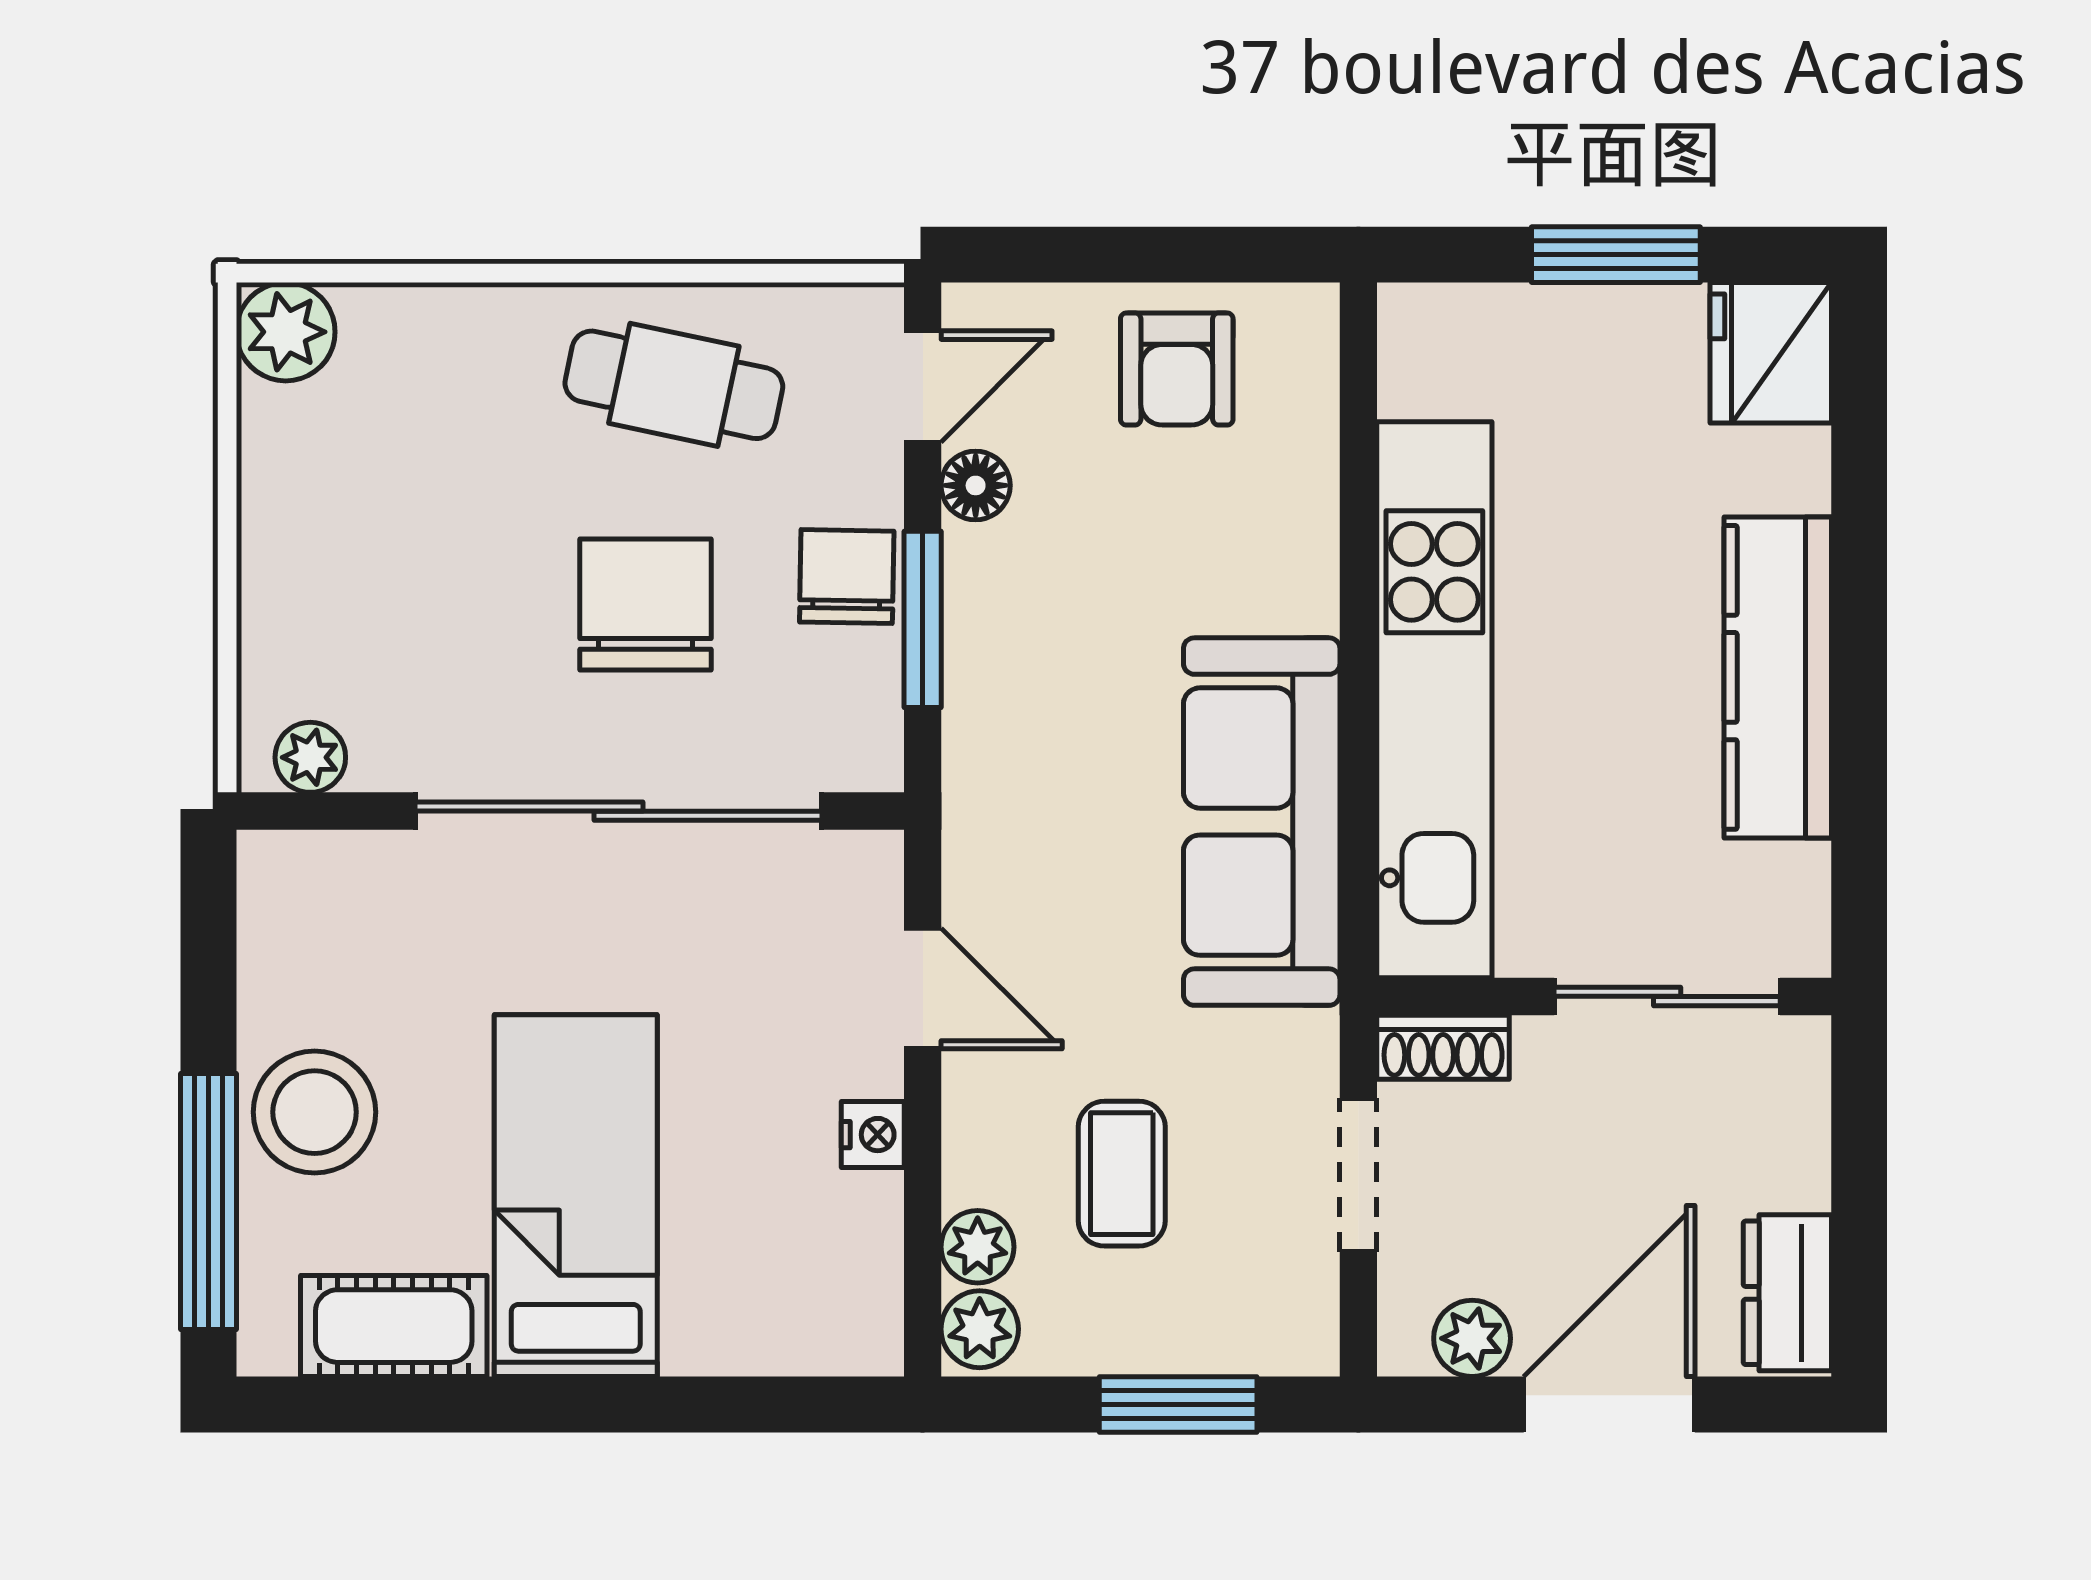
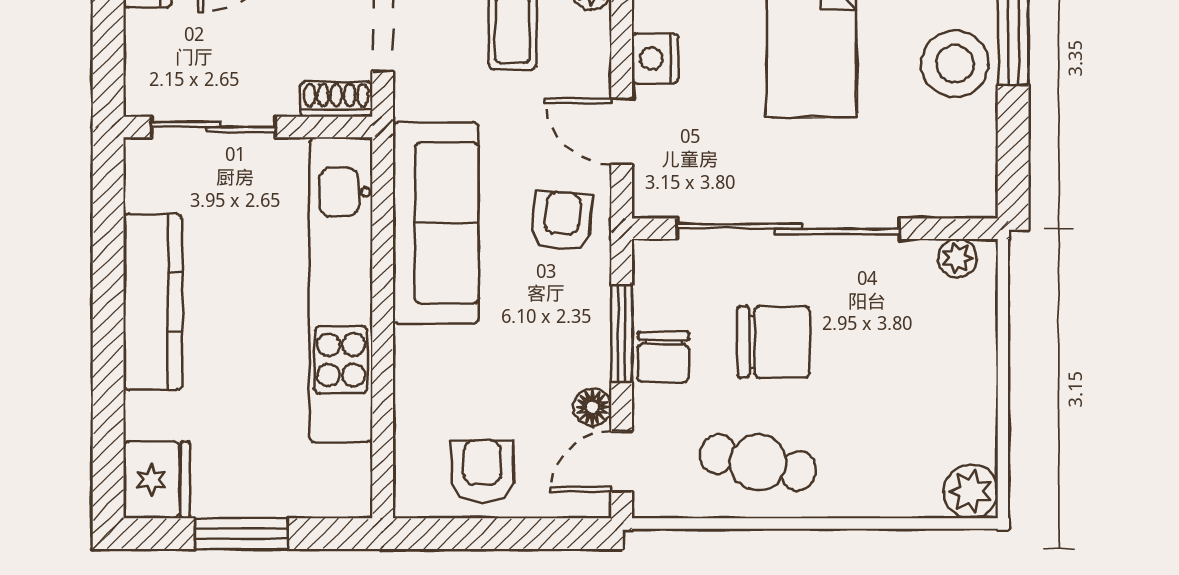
chair: (645, 605) -> (773, 342), turned -90
armchair: (1031, 825) -> (562, 221), added
nightstand: (873, 1135) -> (655, 58), width x1.39, depth x1.35

